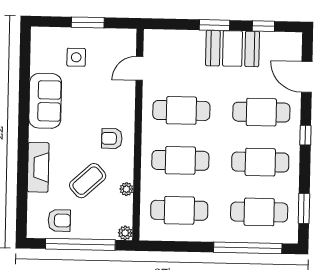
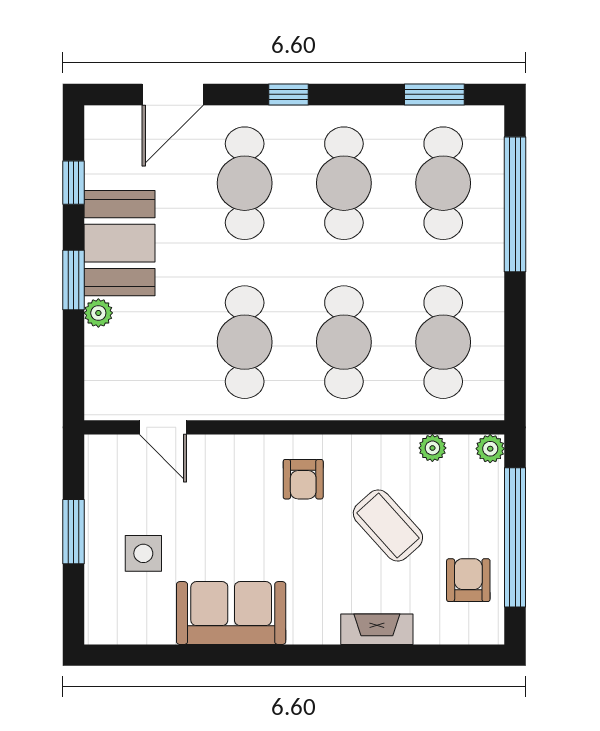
plant: (198, 37) -> (98, 313), added
fireplace: (38, 167) -> (377, 629), width x0.73, depth x0.76
plant: (126, 189) -> (432, 448), moved

